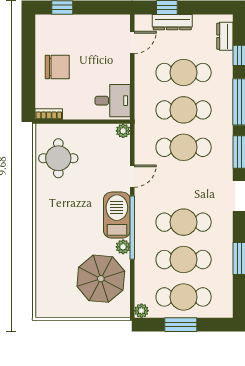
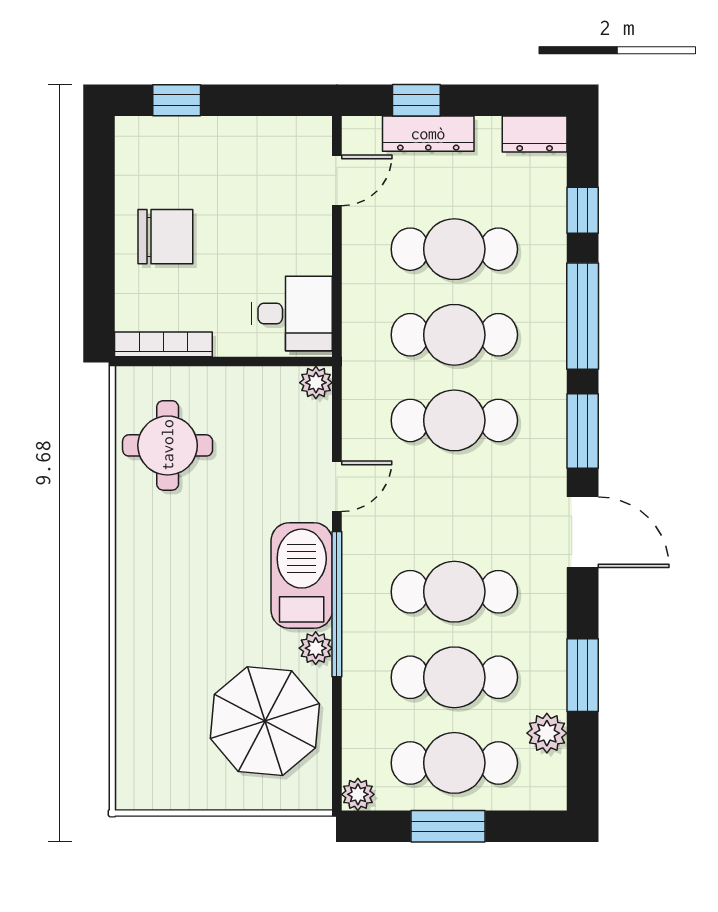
dresser: (225, 36) -> (535, 134), moved, turned -90
bookcase: (49, 114) -> (163, 344), width x1.56
plant: (224, 284) -> (547, 733), added

